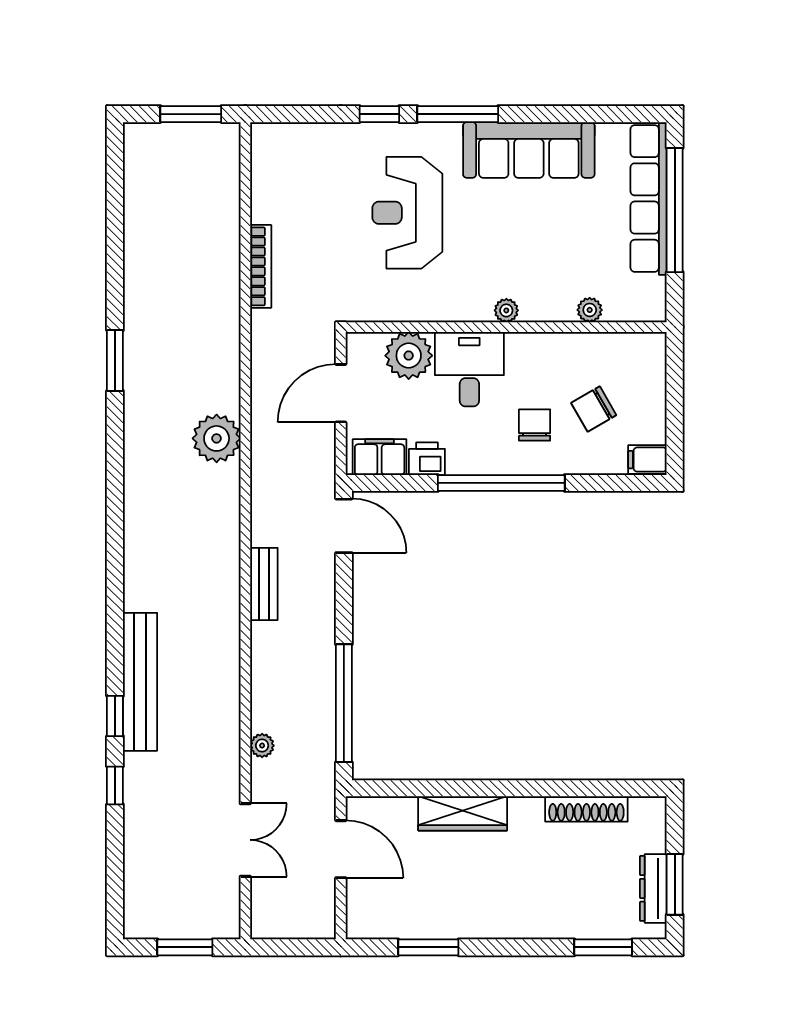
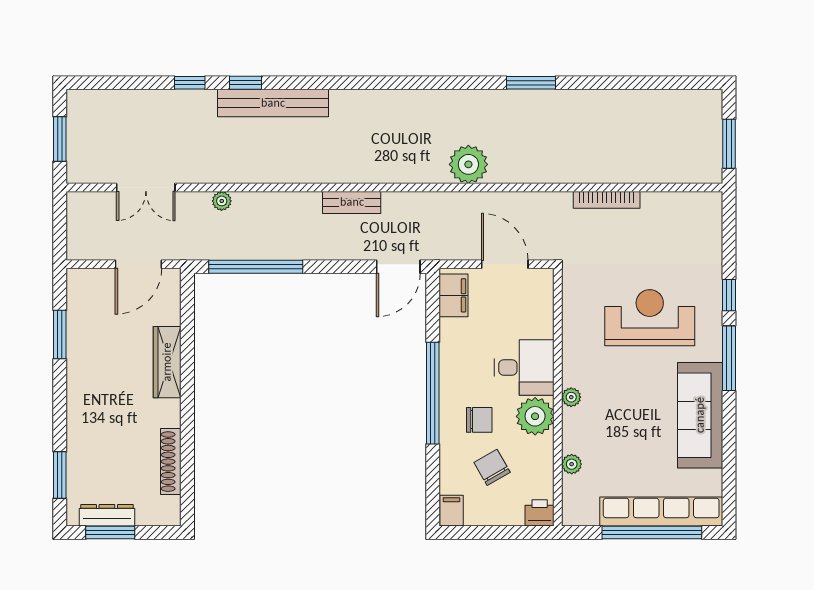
plant: (409, 356) -> (535, 416), moved
printer: (427, 459) -> (540, 513), moved, turned -90

